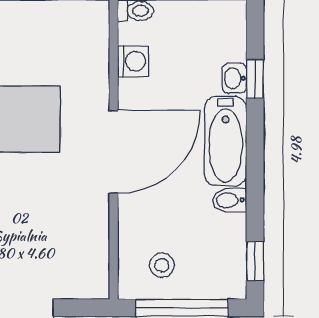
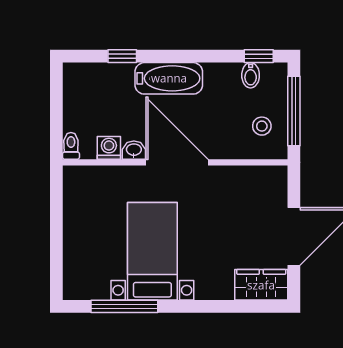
washbasin: (234, 78) -> (134, 150), moved, turned 180
bidet: (230, 200) -> (251, 75), moved

